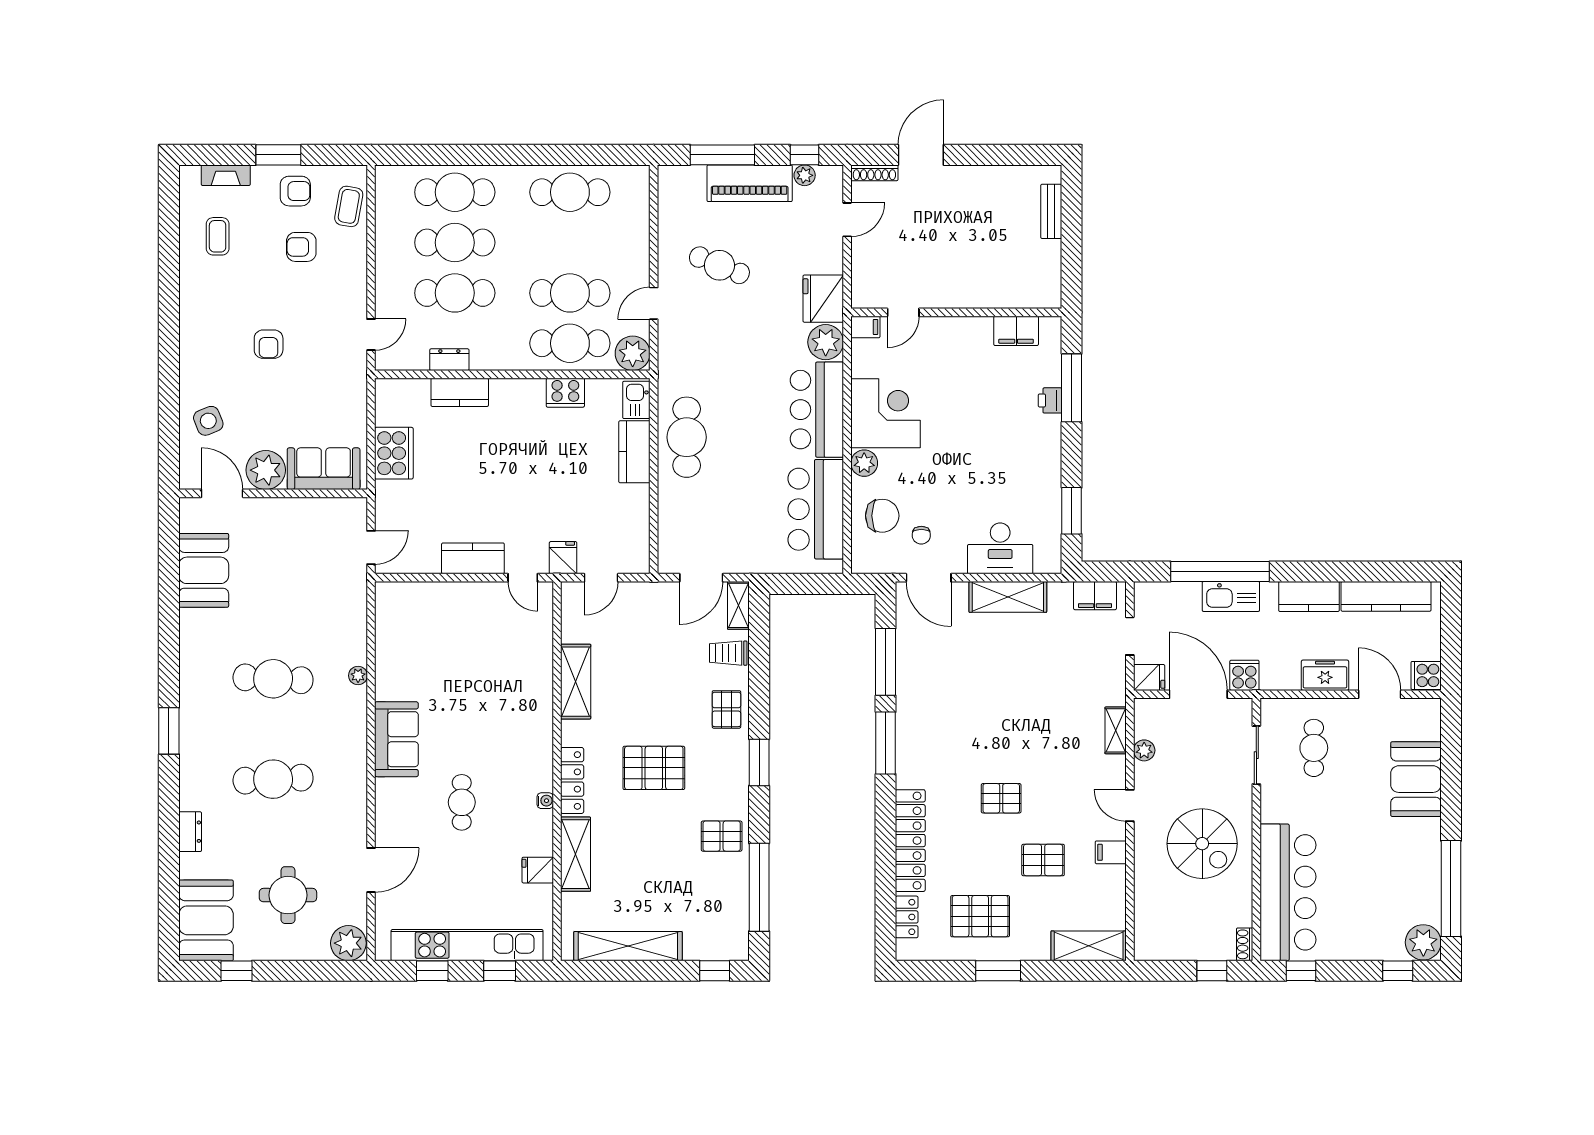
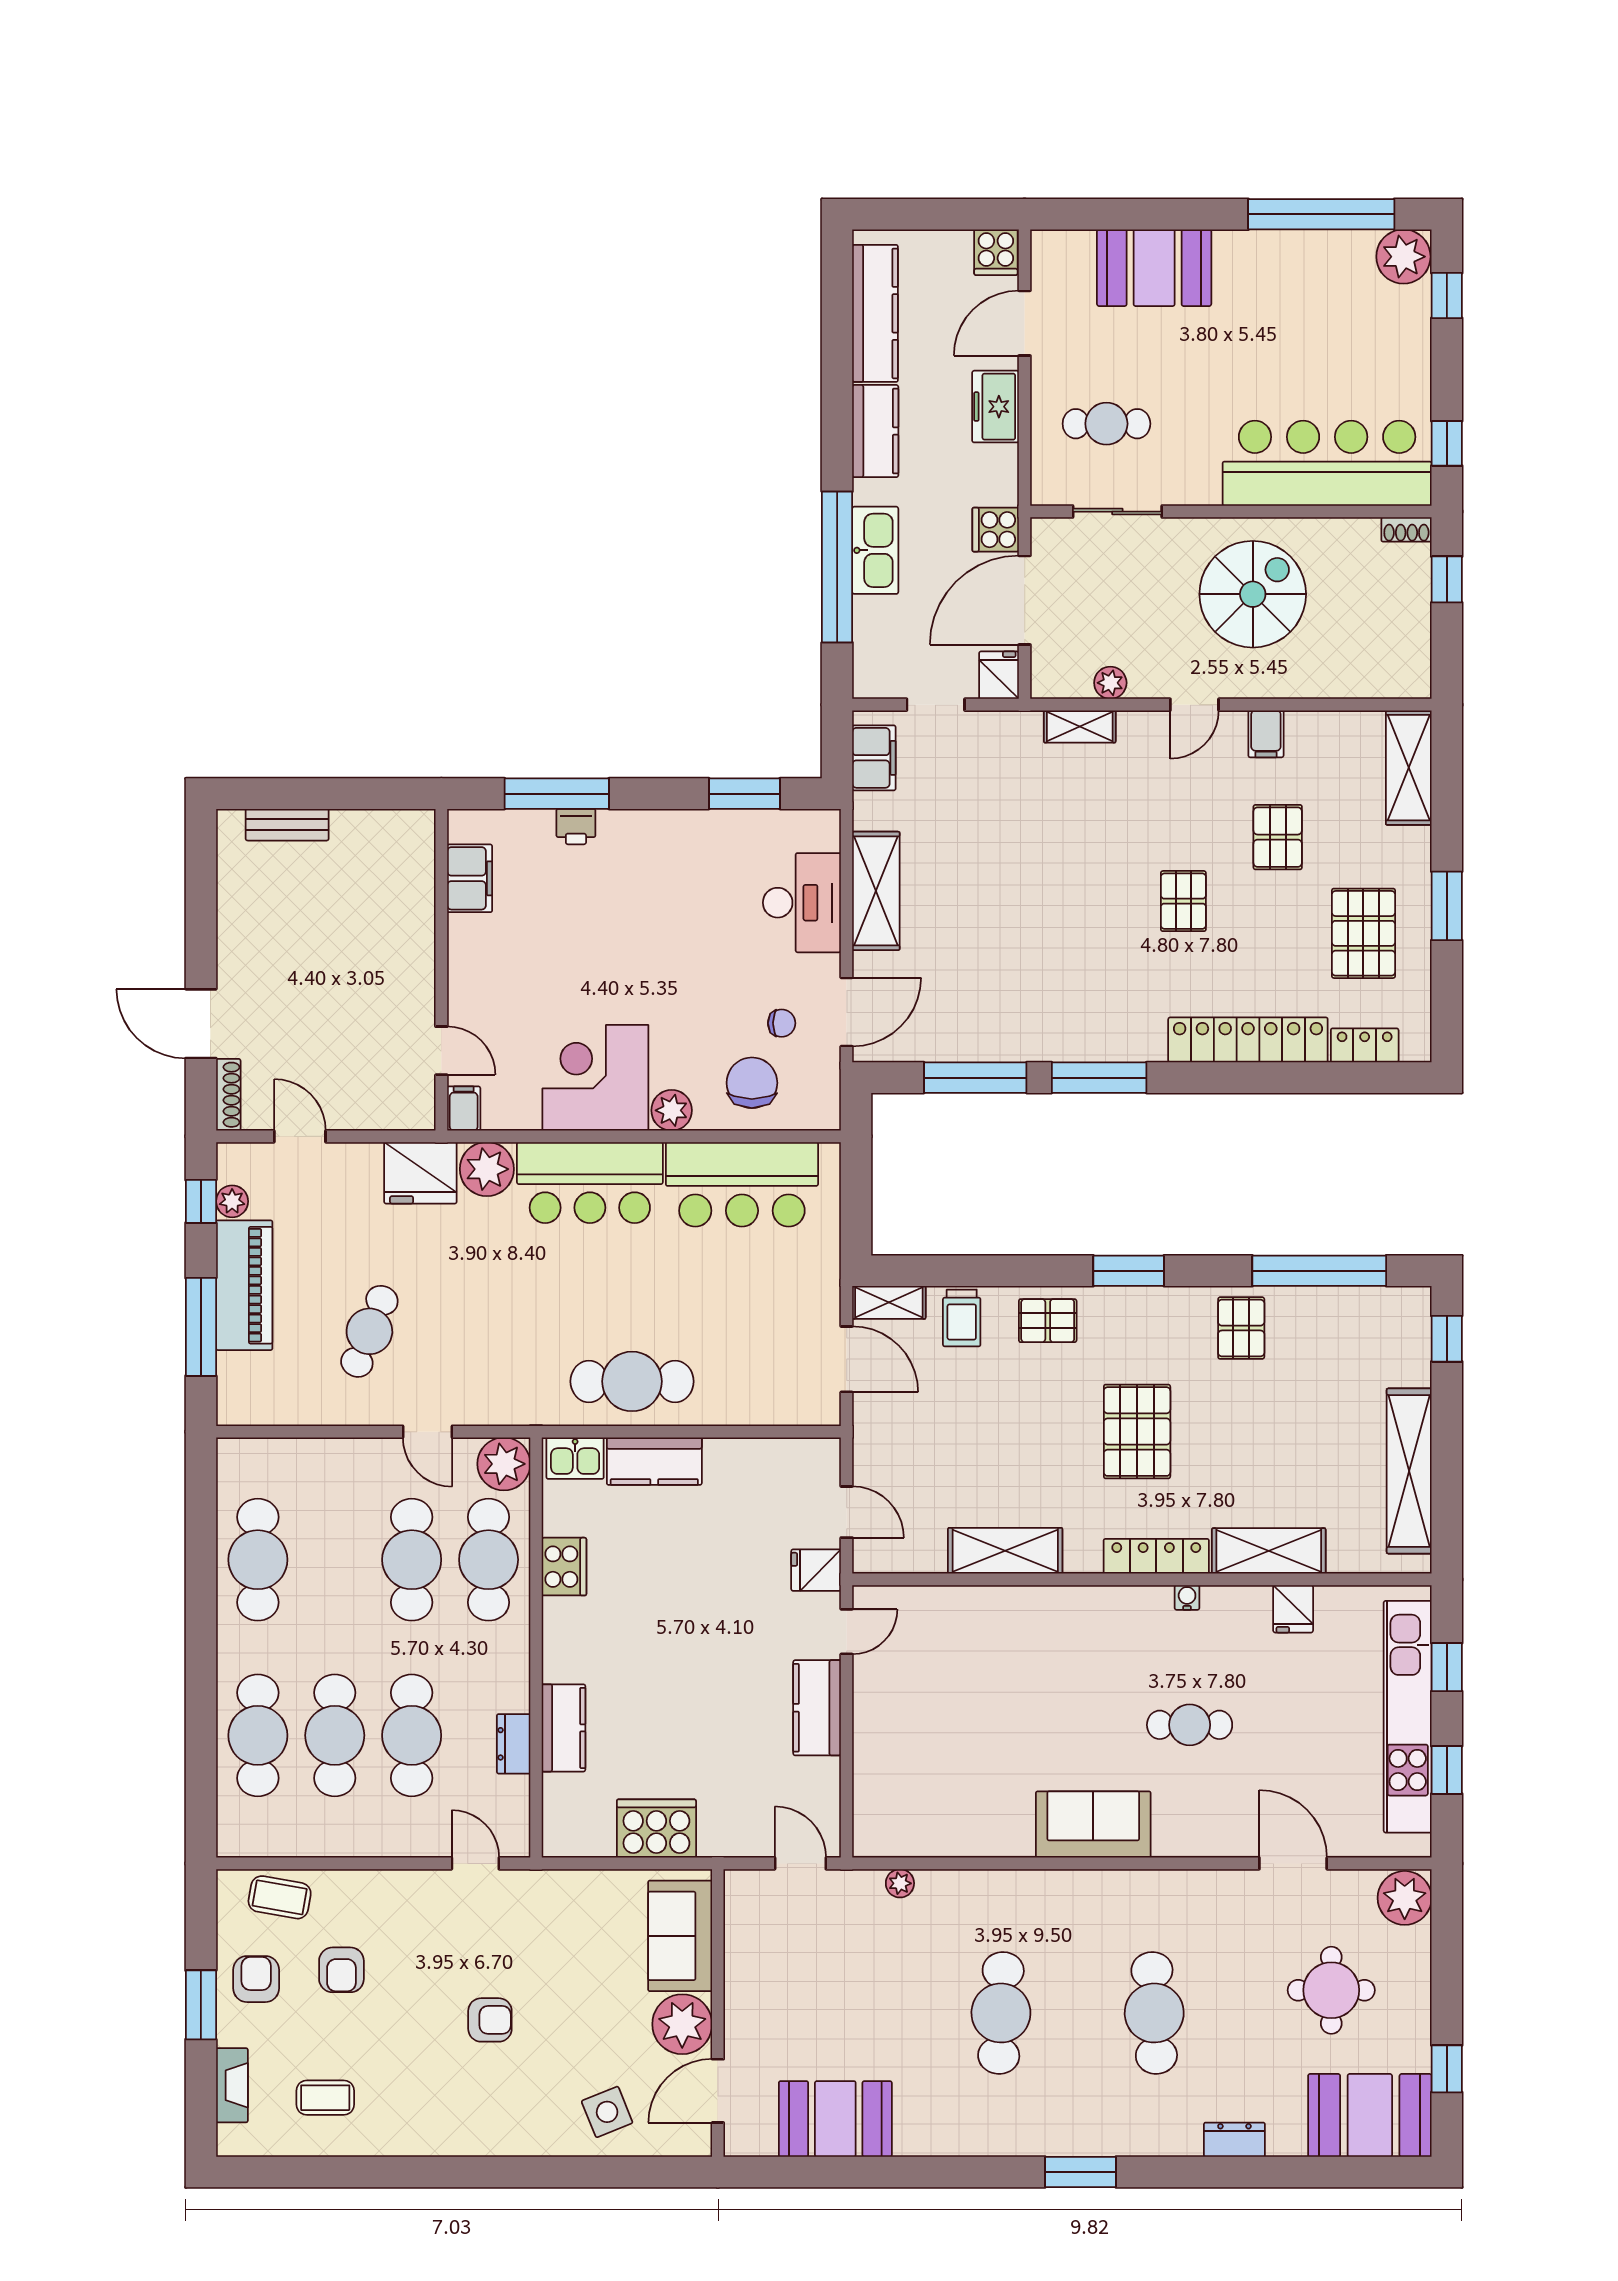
plant: (358, 676) -> (900, 1883), moved

